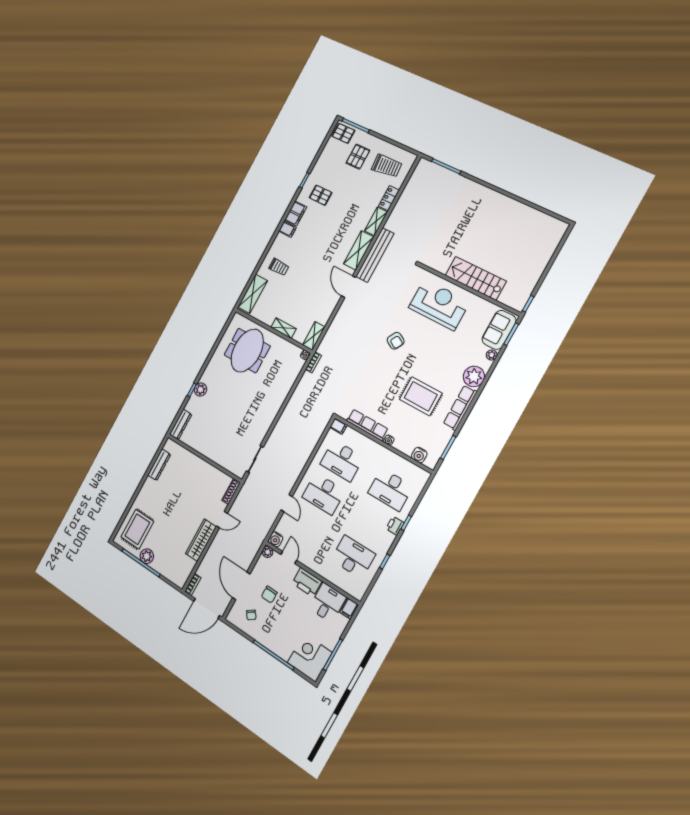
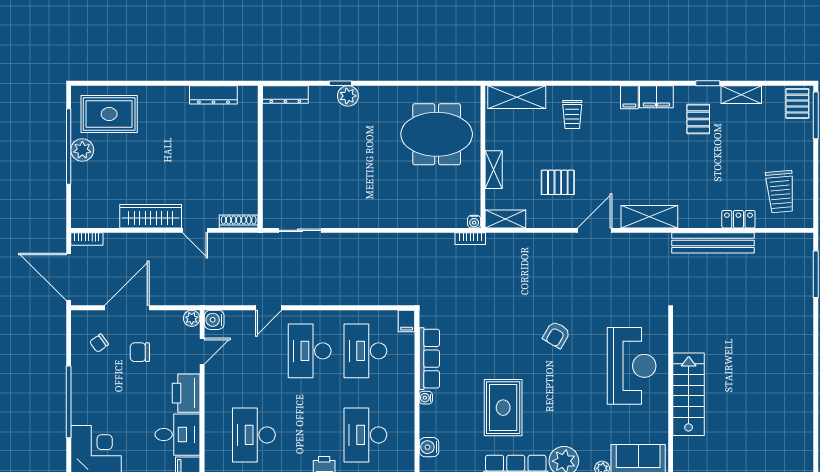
pallet: (358, 157) -> (558, 182), moved
shelving: (376, 221) -> (741, 95), moved
bench: (375, 255) -> (713, 243), moved
desk: (353, 557) -> (254, 435), turned 180

